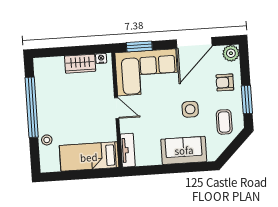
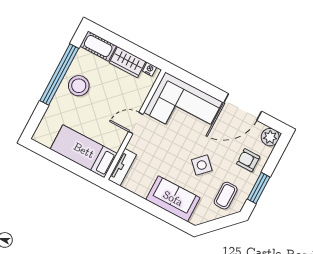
window: (139, 46) -> (191, 80), removed
cot: (49, 65) -> (98, 46), added
door: (117, 108) -> (136, 123), swing flipped
side table: (190, 109) -> (202, 165), turned 45
stool: (47, 140) -> (79, 86), moved, width x1.89, depth x1.89

